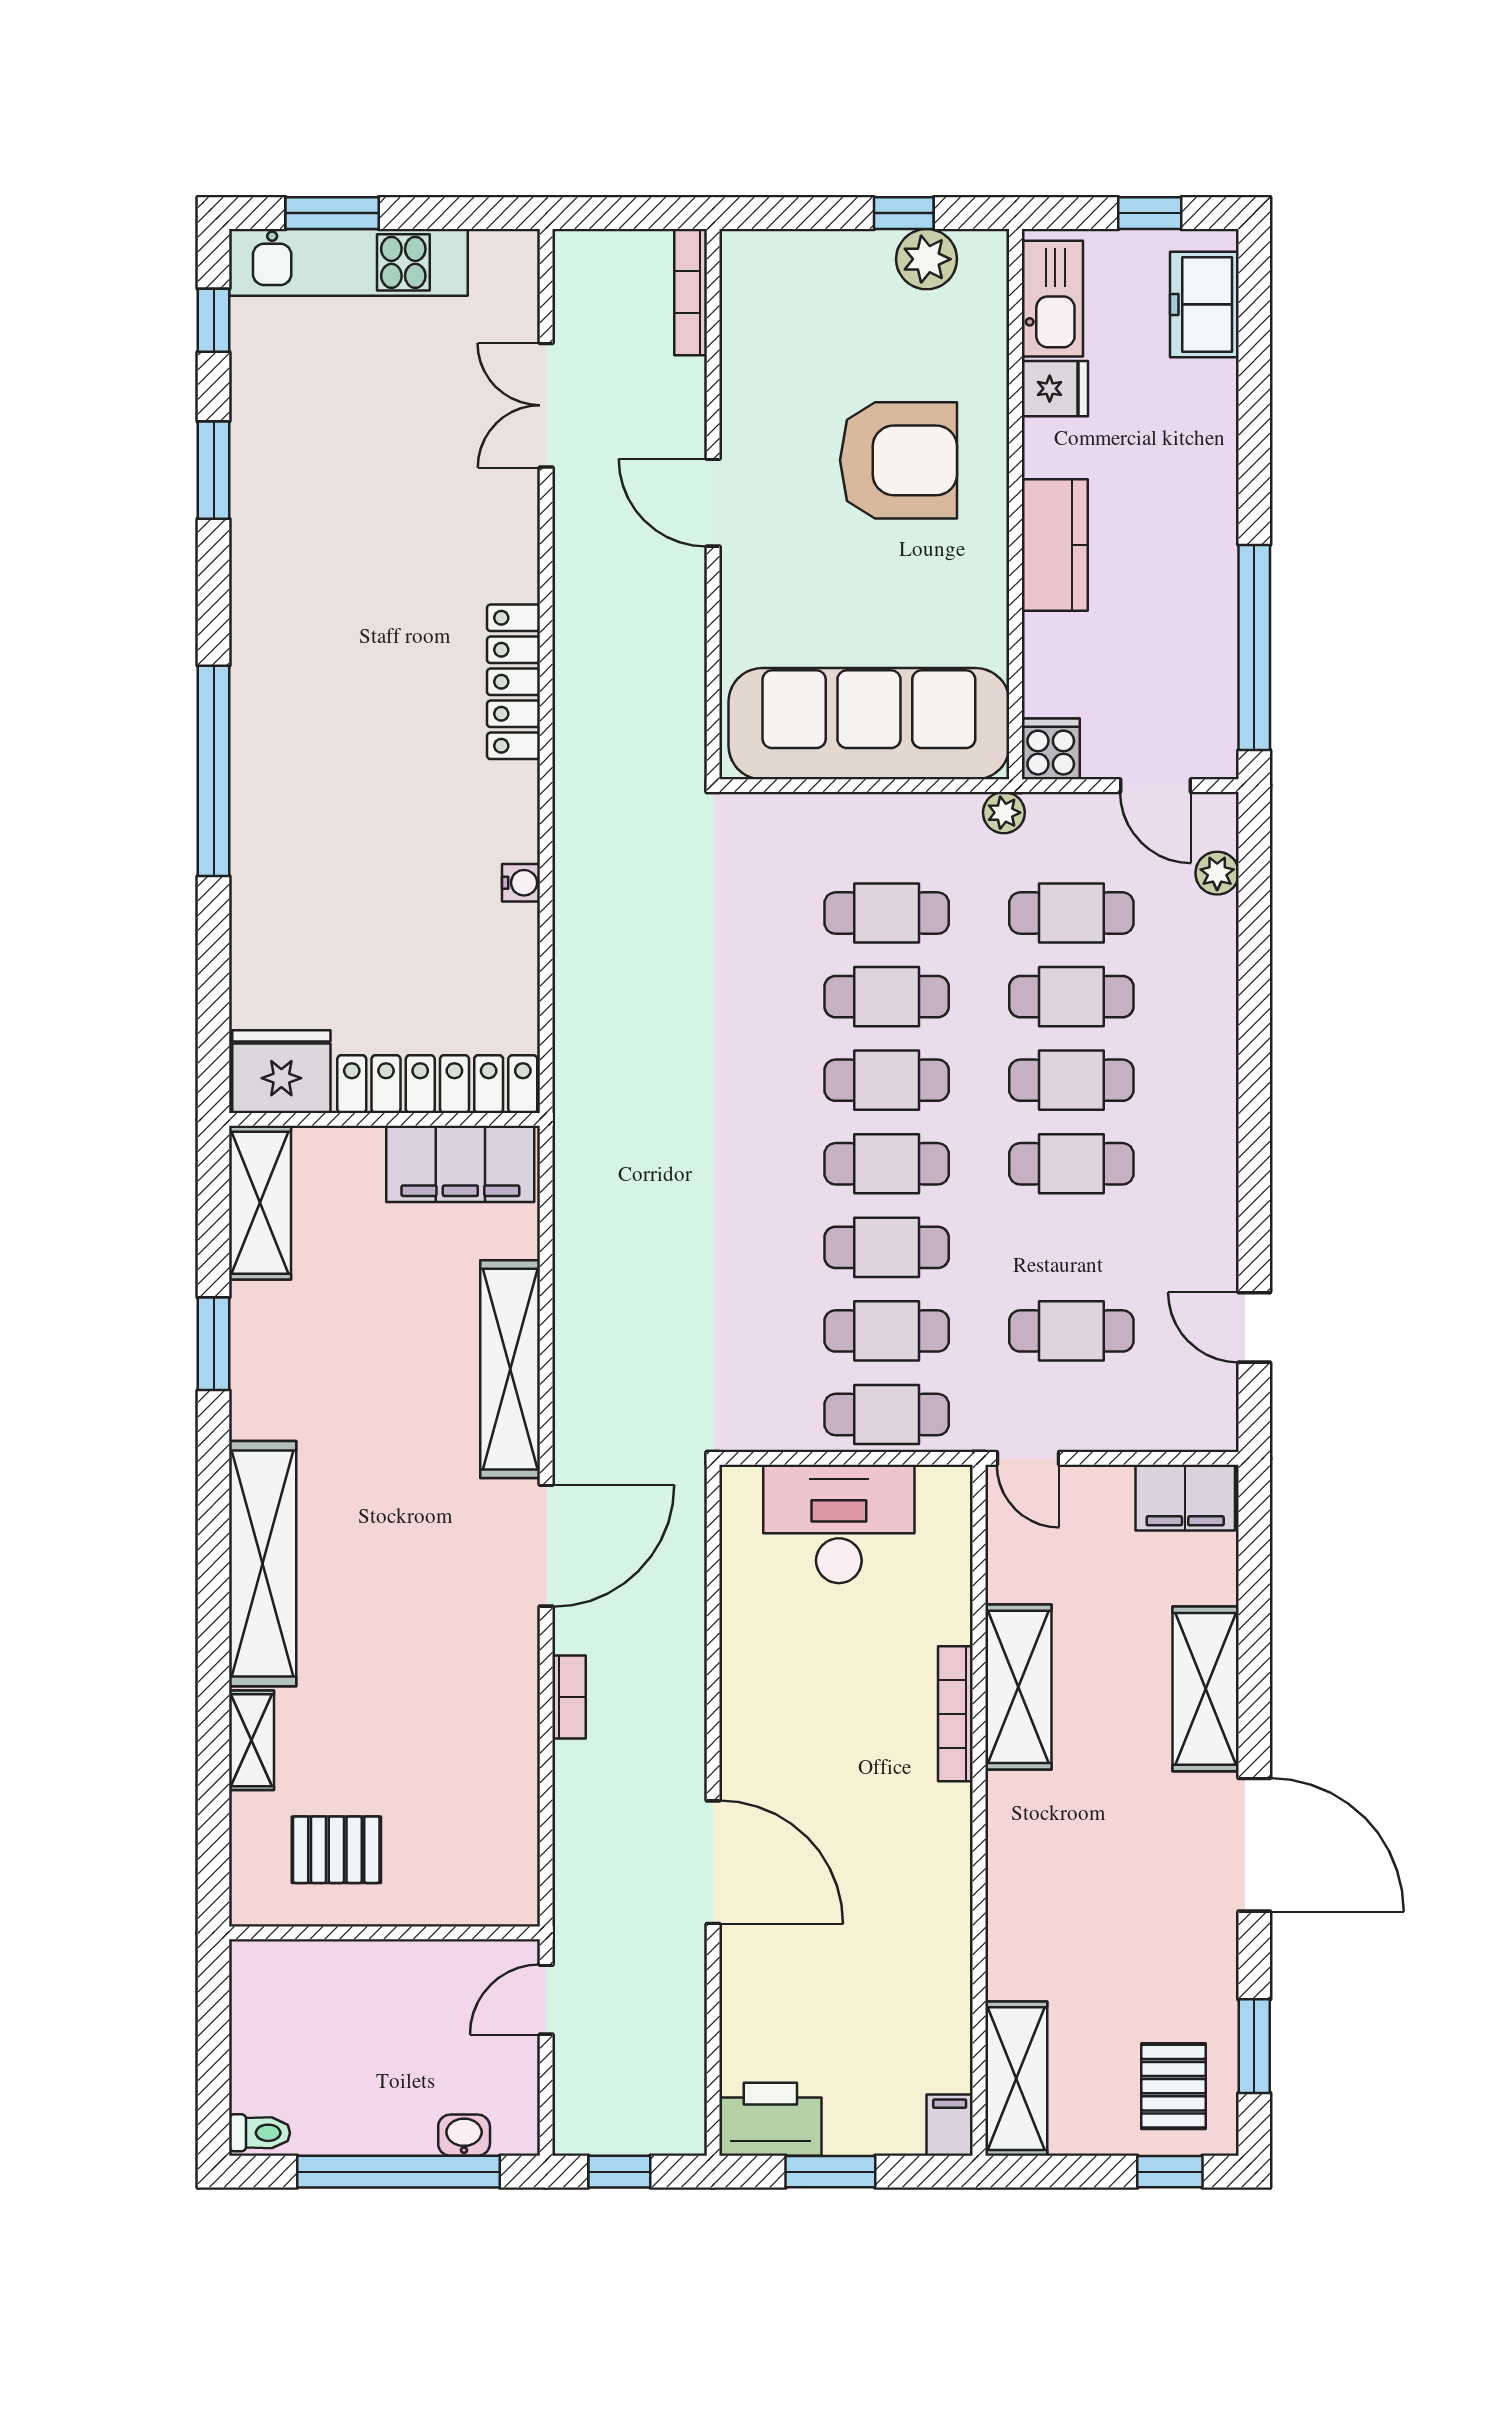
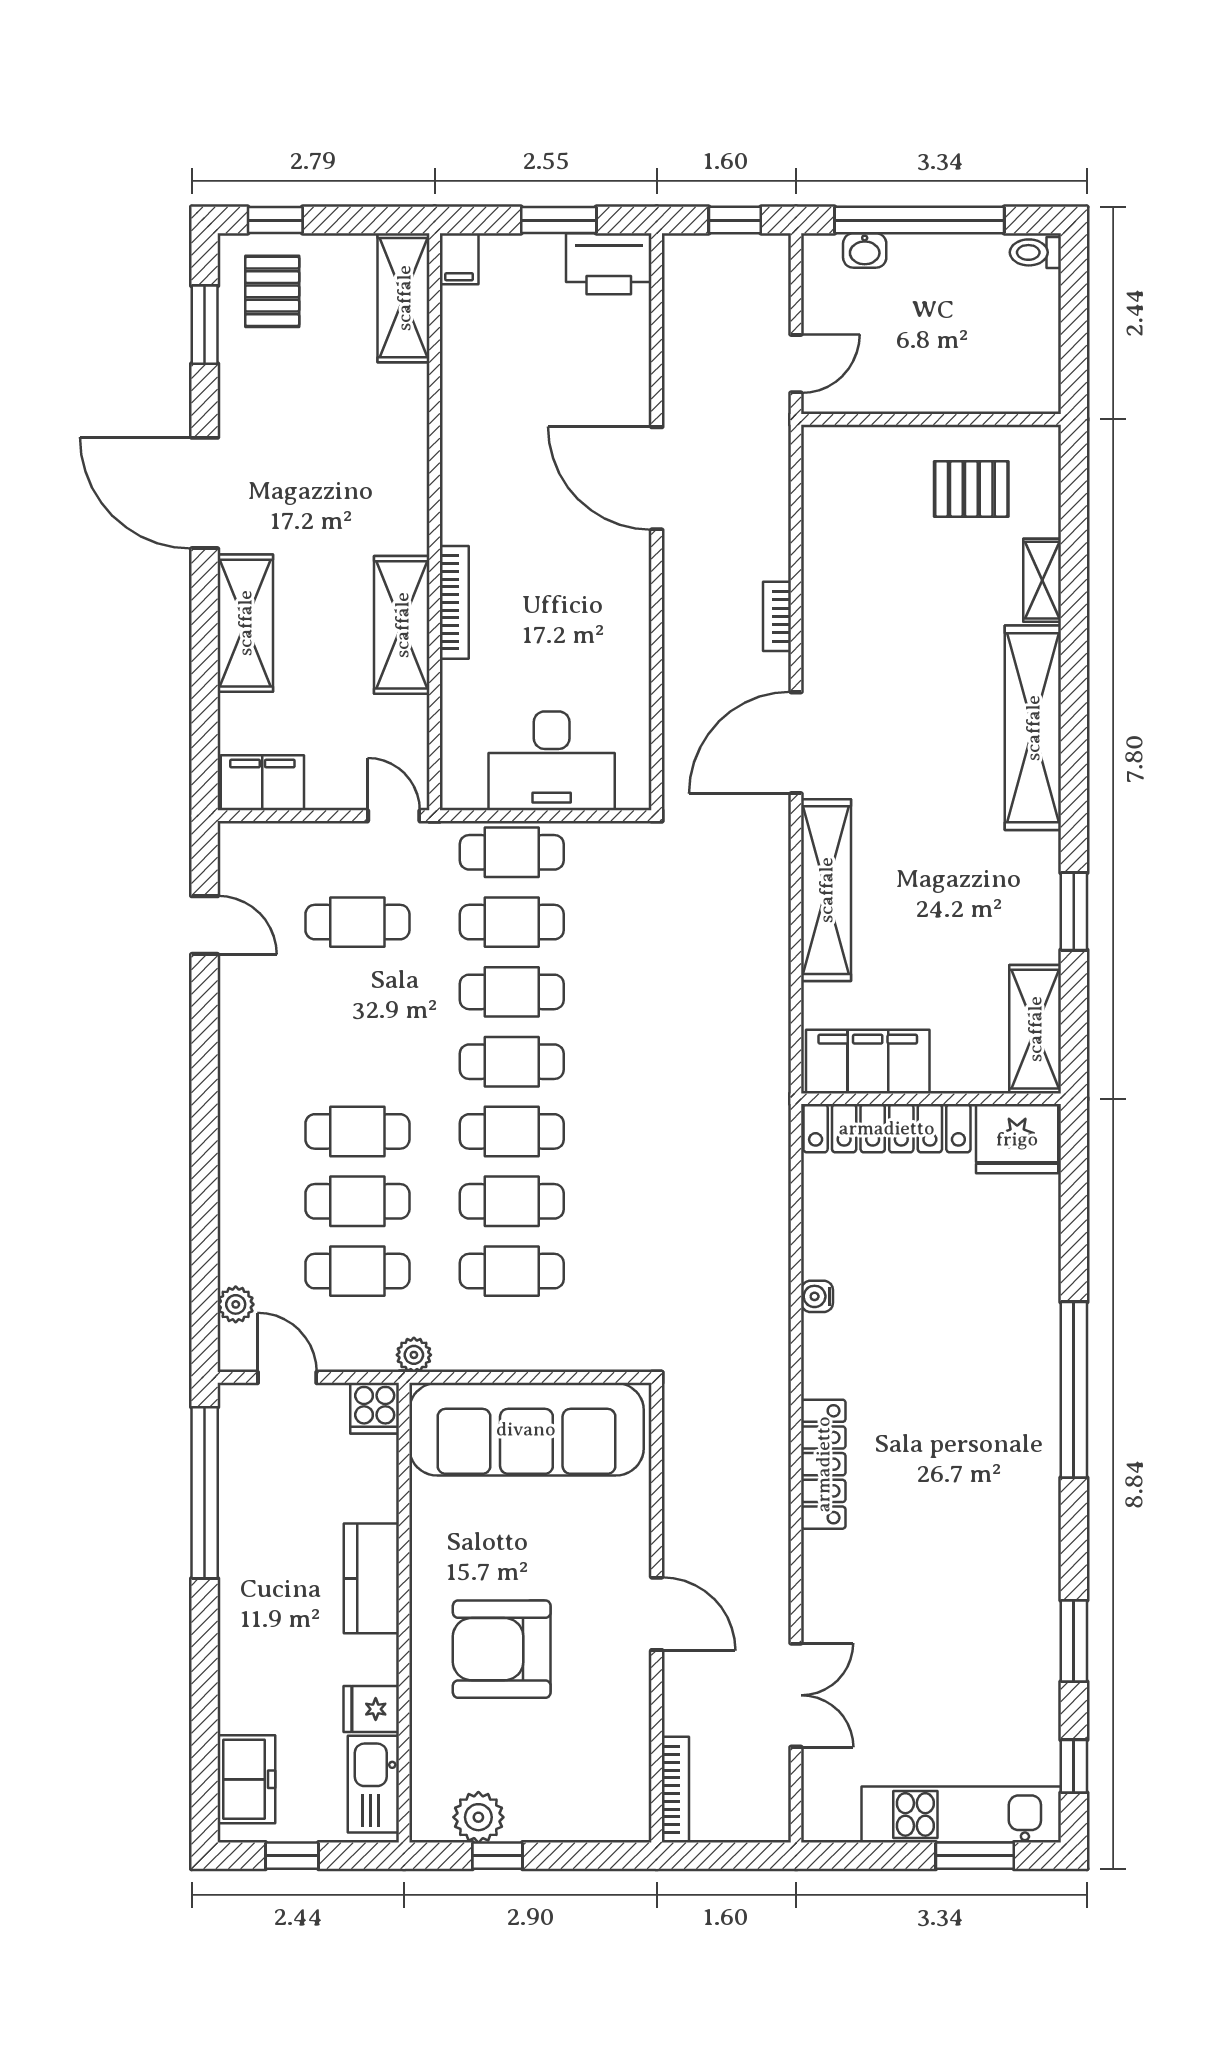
cafe table: (1071, 1164) -> (357, 1062), removed

